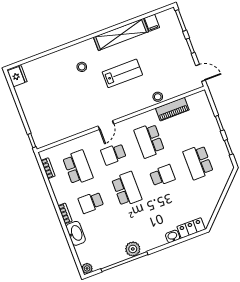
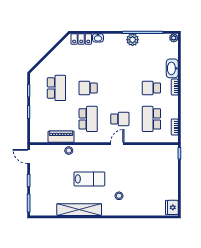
filing cabinet: (152, 23) -> (52, 210), removed
lab bench: (122, 73) -> (89, 179), turned 180
school desk: (127, 189) -> (120, 88), removed
school desk: (91, 202) -> (151, 88), turned 180

